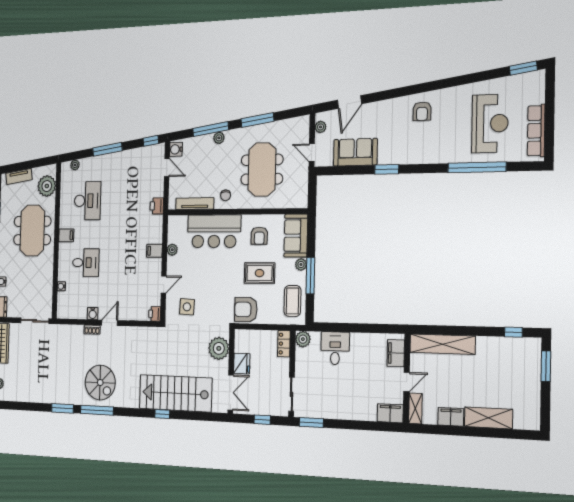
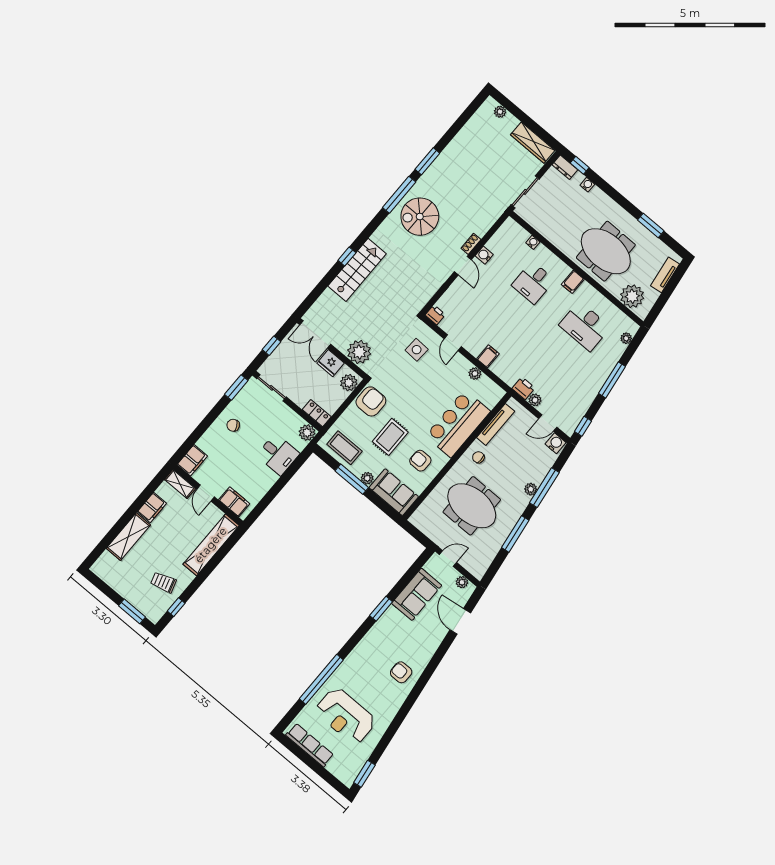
plant: (158, 191) -> (535, 400), added
plant: (245, 338) -> (349, 383), added
trolley: (502, 359) -> (163, 582), added
stairs: (175, 393) -> (357, 270), width x0.73, depth x0.66
chair: (340, 402) -> (233, 425), added

